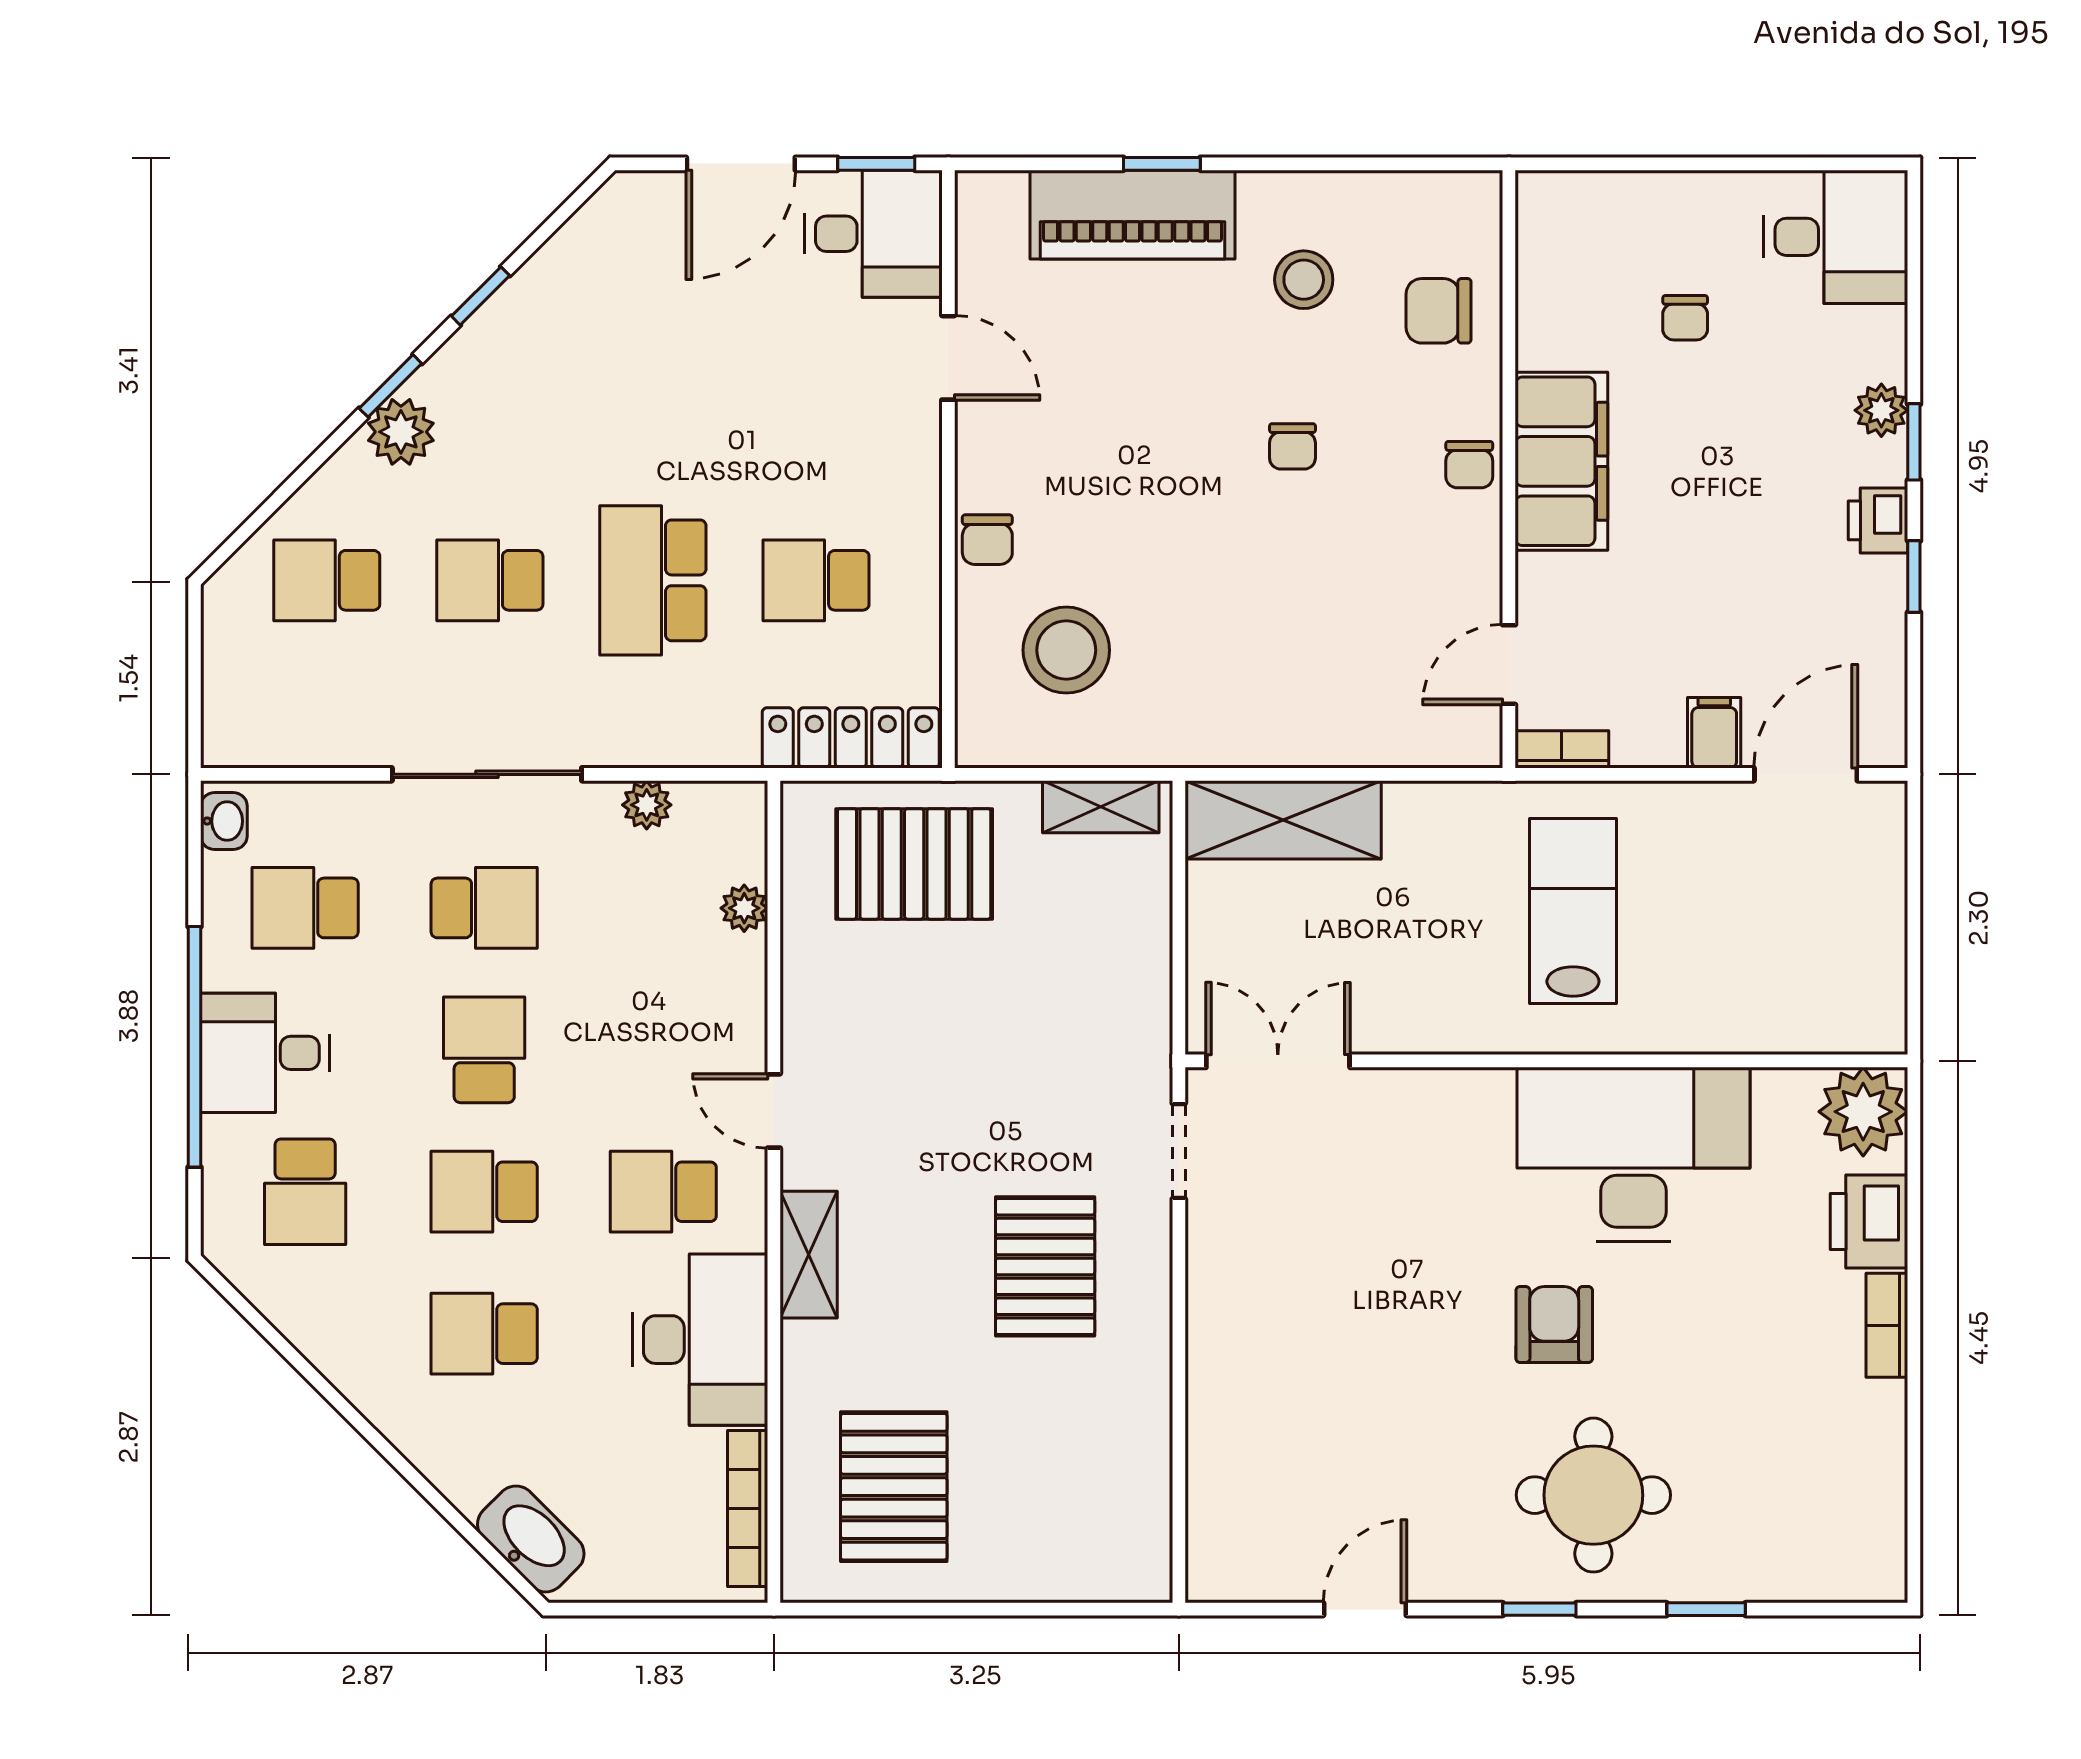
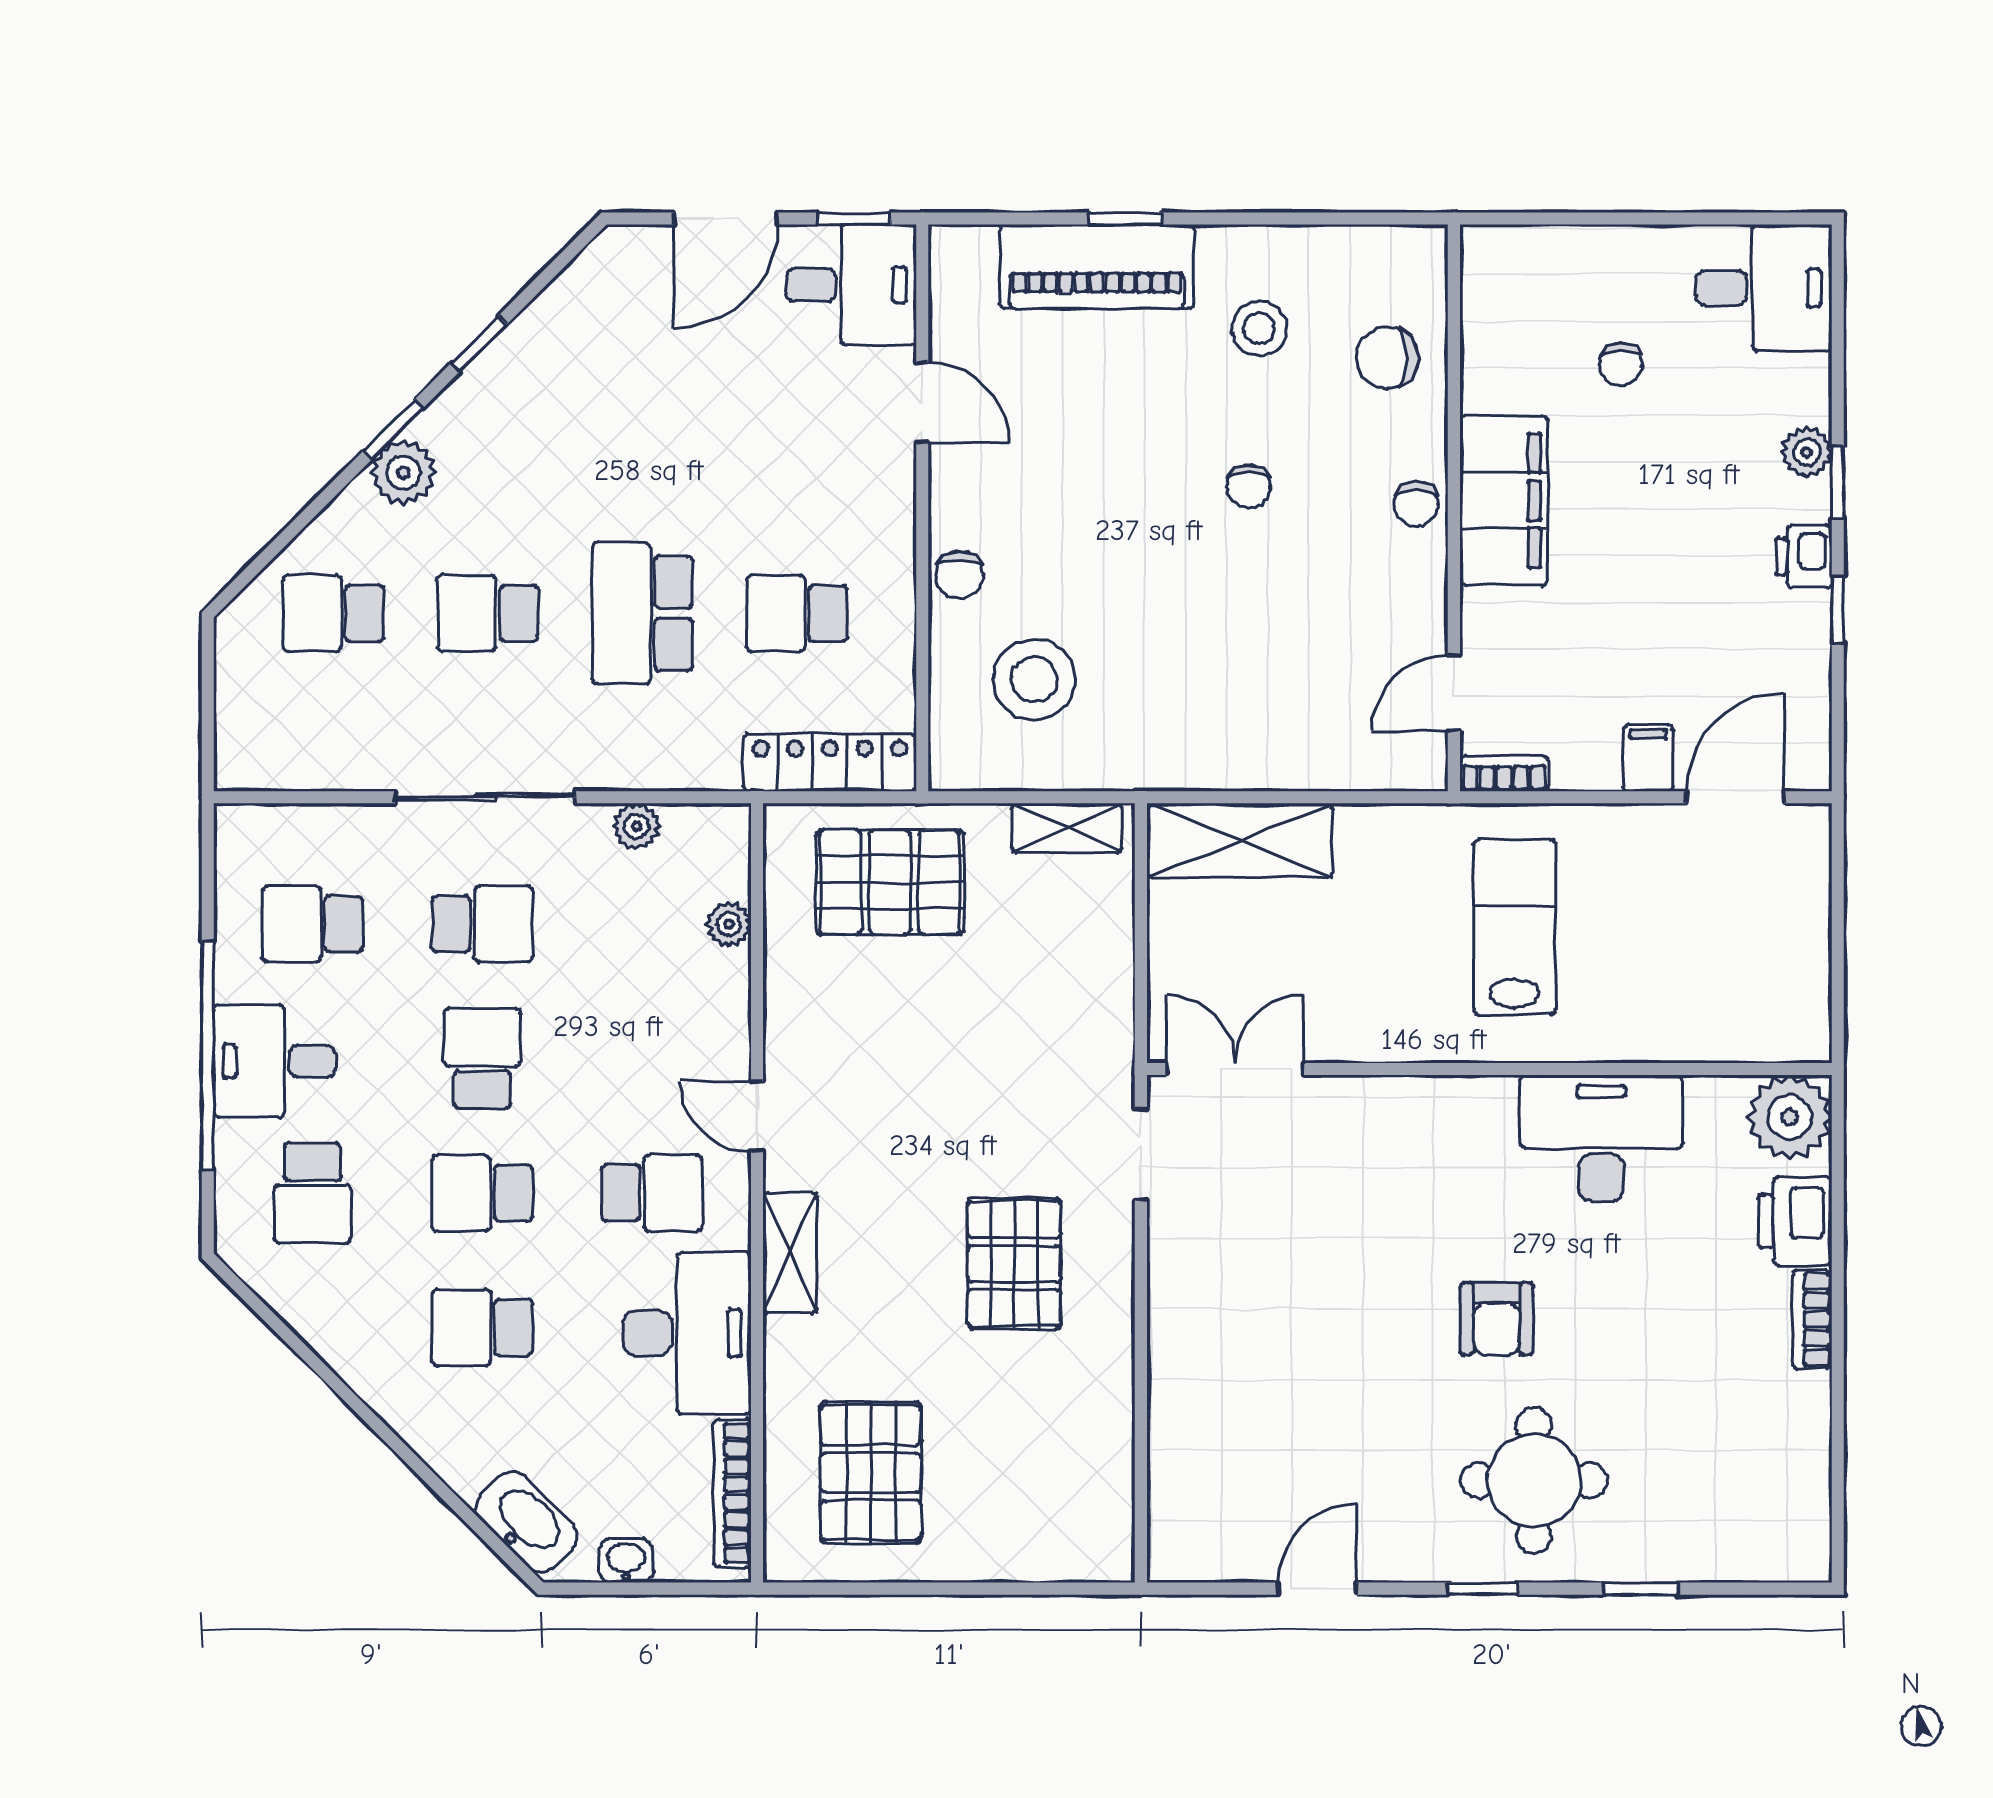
washbasin: (224, 821) -> (626, 1561), moved, turned -90
desk: (1633, 1154) -> (1601, 1138), width x0.73, depth x0.77
school desk: (663, 1192) -> (652, 1193), turned 180
armchair: (1554, 1325) -> (1497, 1319), turned 180

